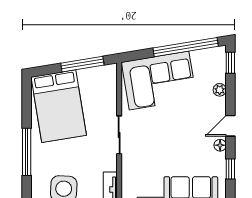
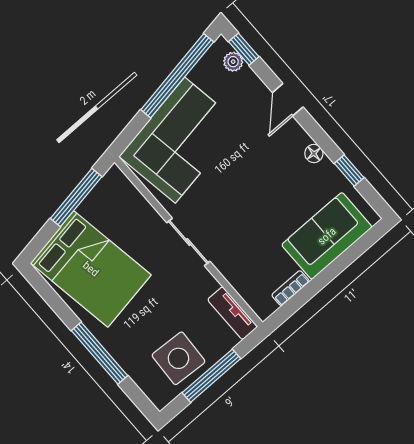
plant: (220, 90) -> (233, 62), moved
door: (230, 126) -> (288, 100), moved

